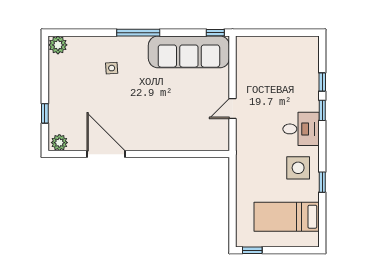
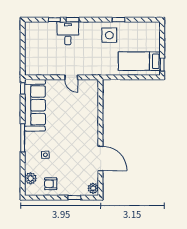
plant: (58, 45) -> (31, 178), moved
armchair: (66, 76) -> (51, 184), added
desk: (301, 129) -> (68, 33), moved
door: (106, 154) -> (100, 158), swing flipped
bed: (287, 217) -> (139, 61), moved, turned 90

